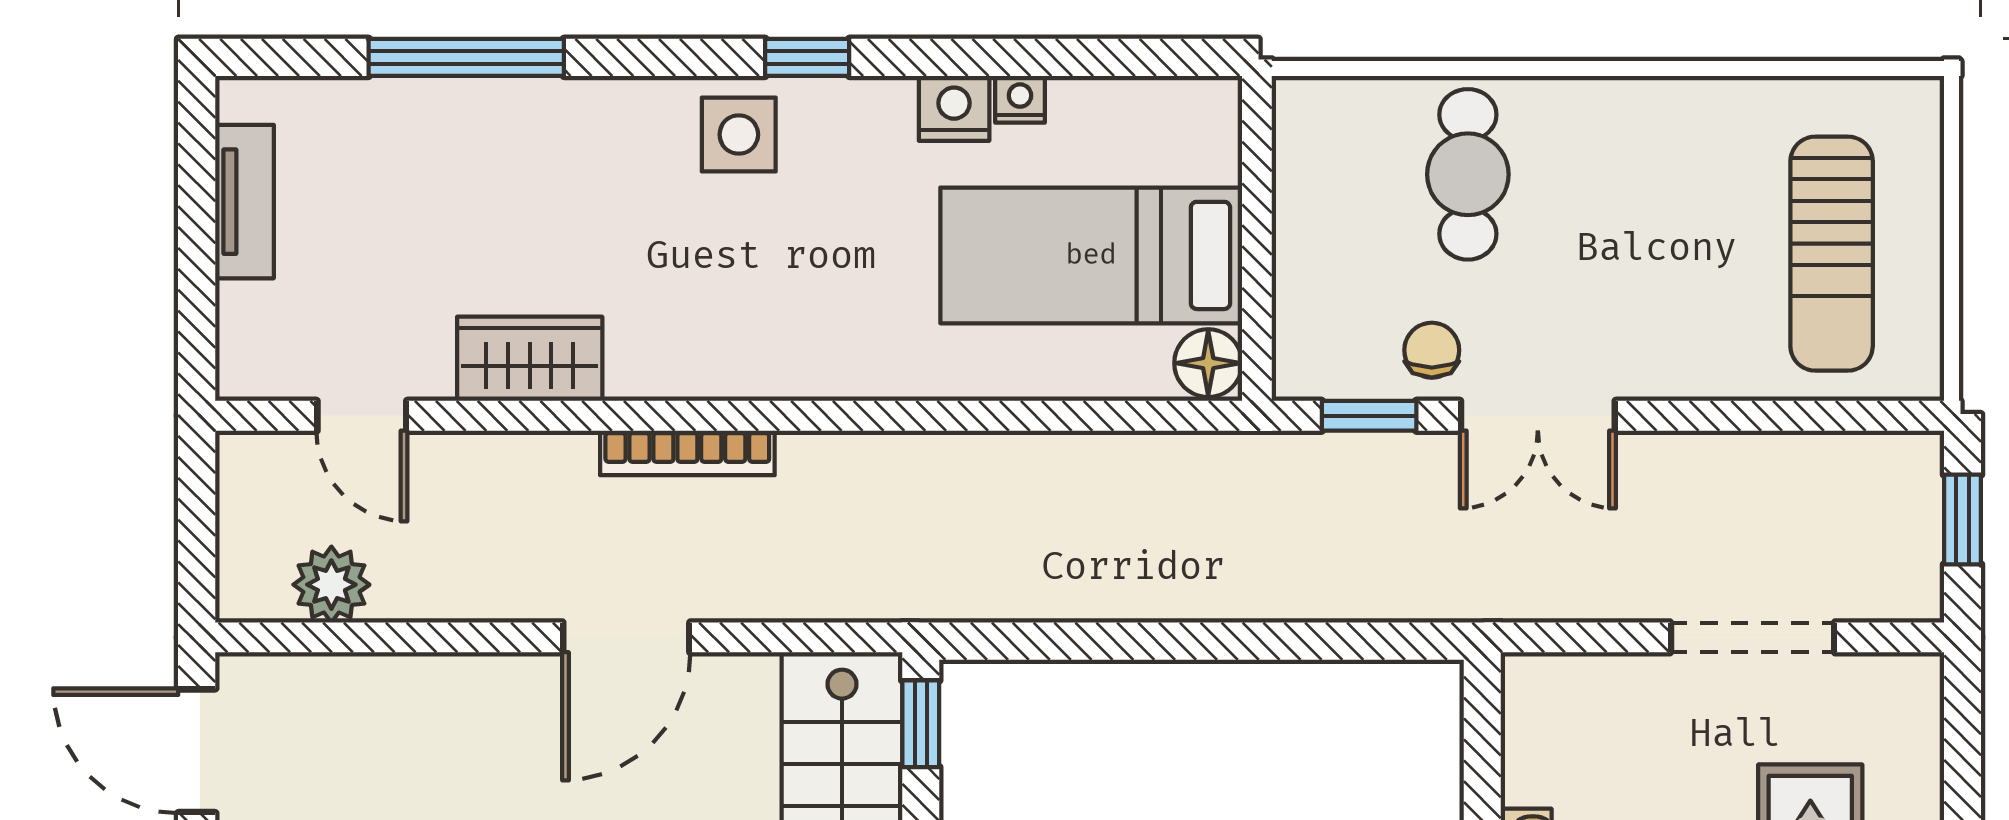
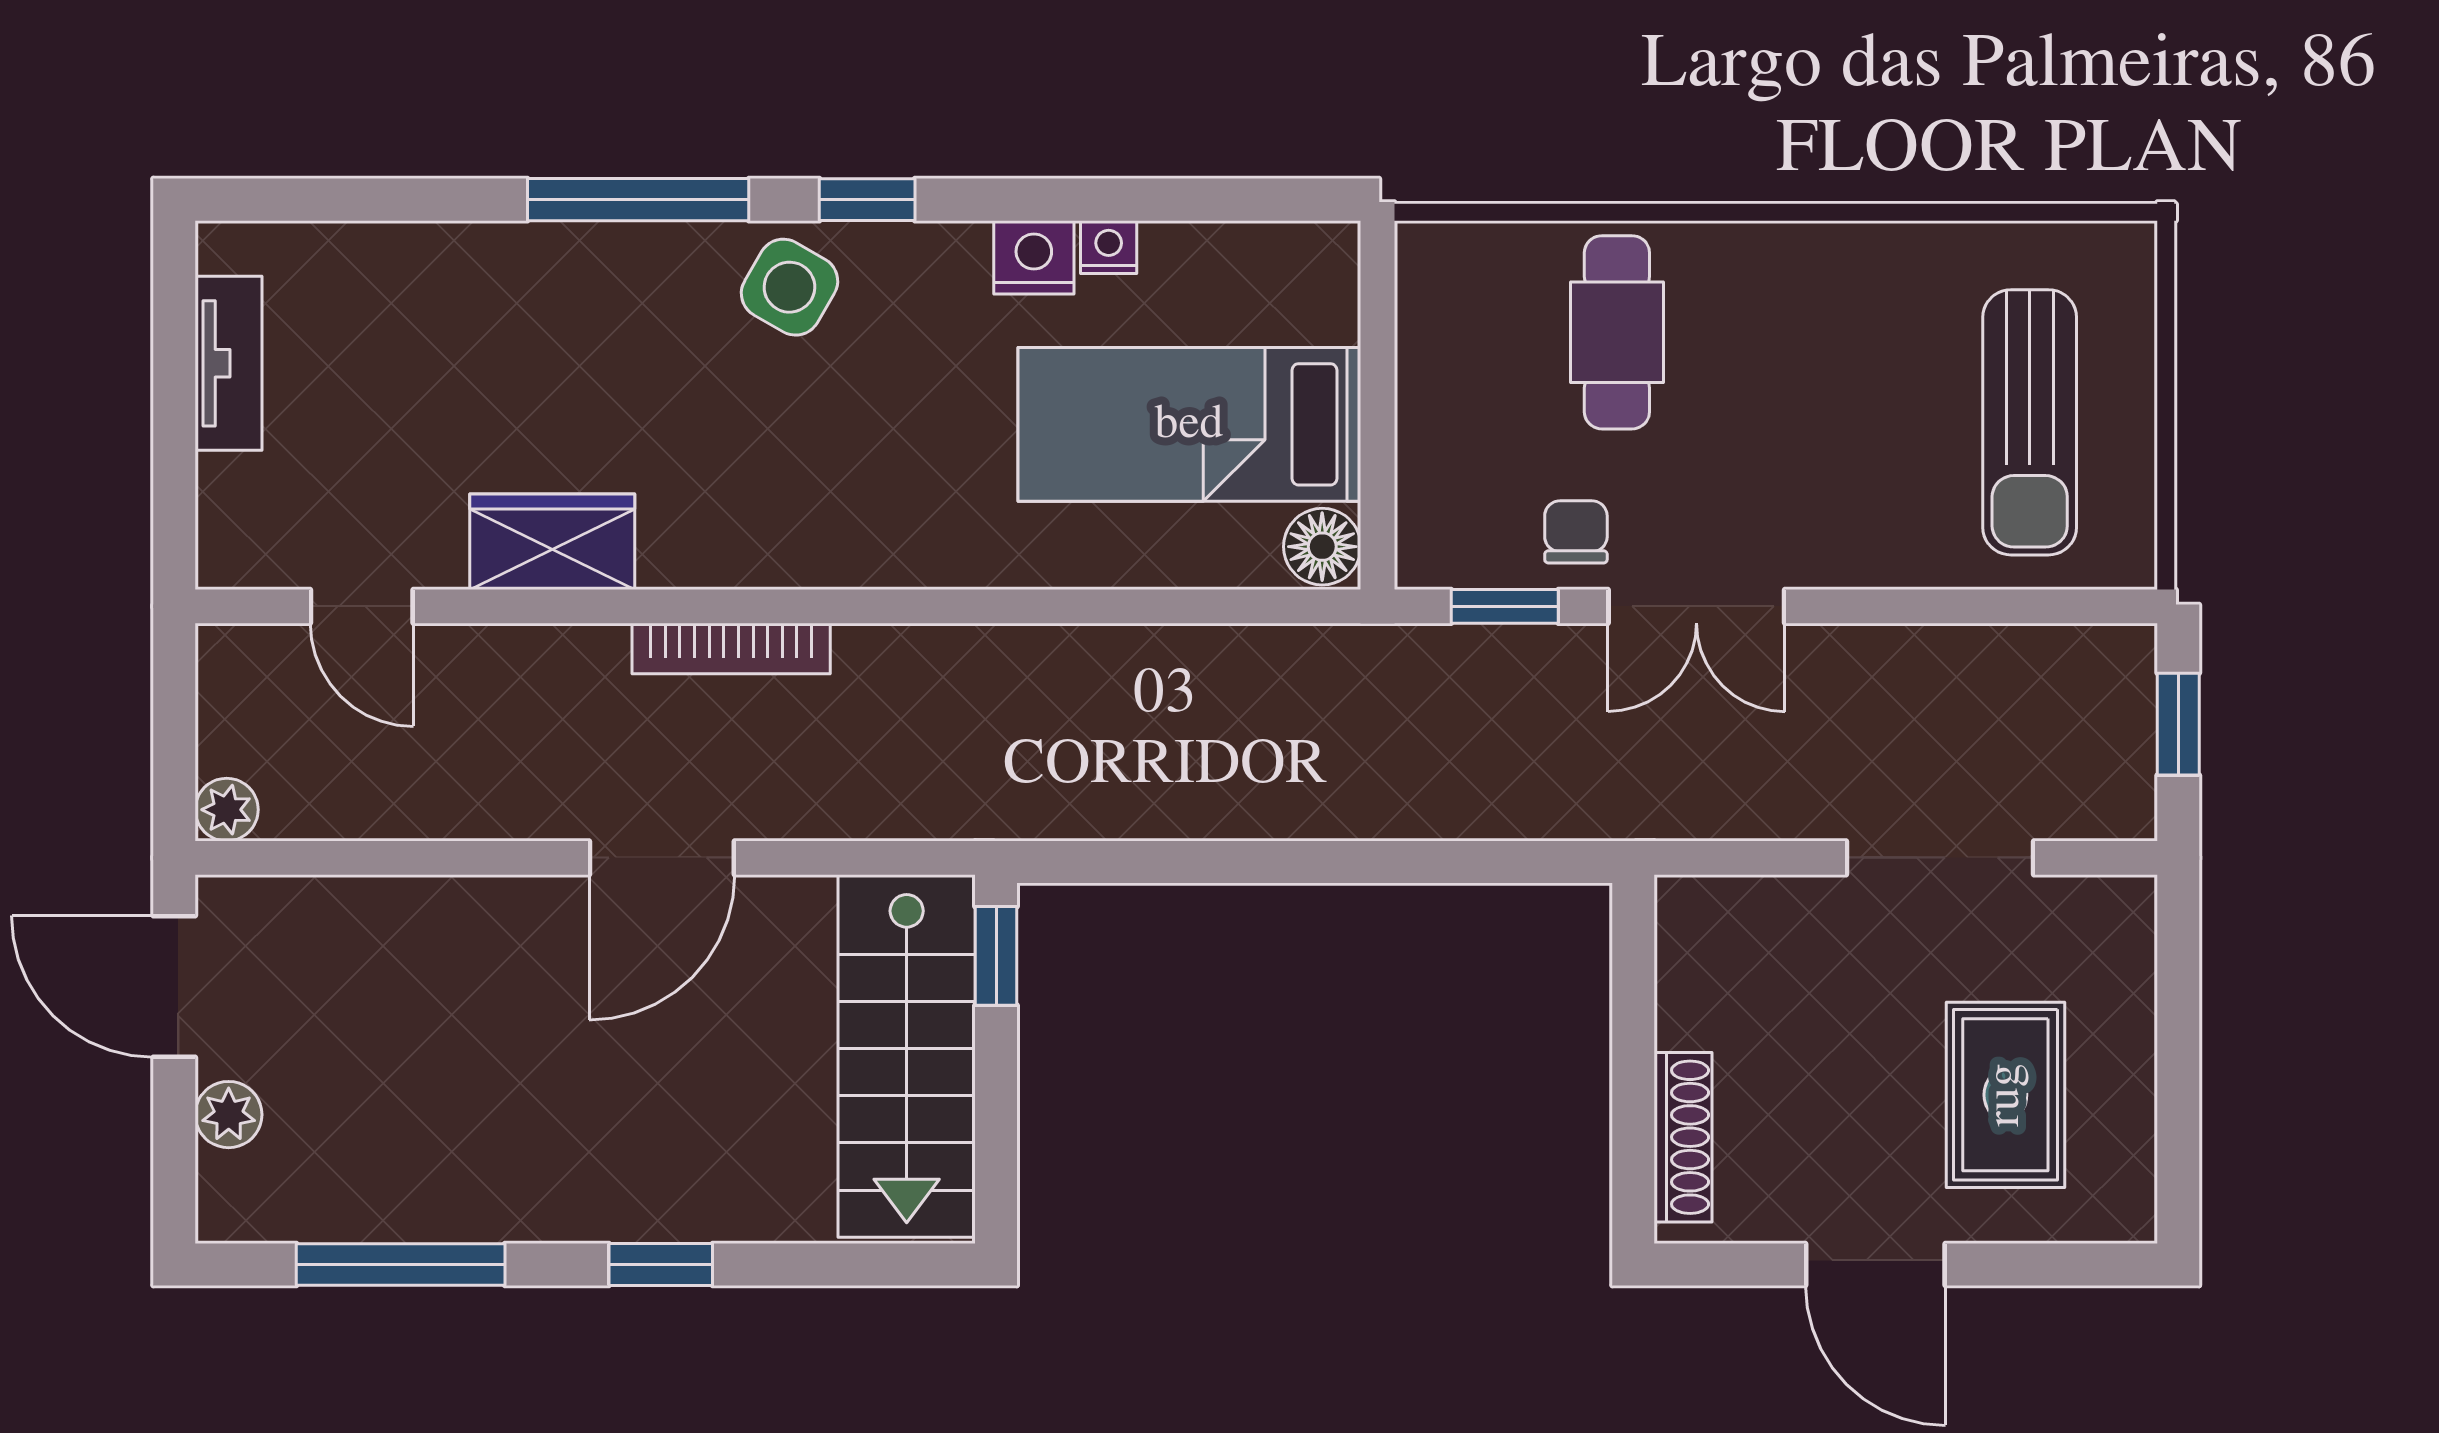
window: (466, 57) -> (638, 200), moved
side table: (739, 135) -> (789, 287), turned 30
plant: (331, 585) -> (227, 810), moved, width x0.73, depth x0.73

